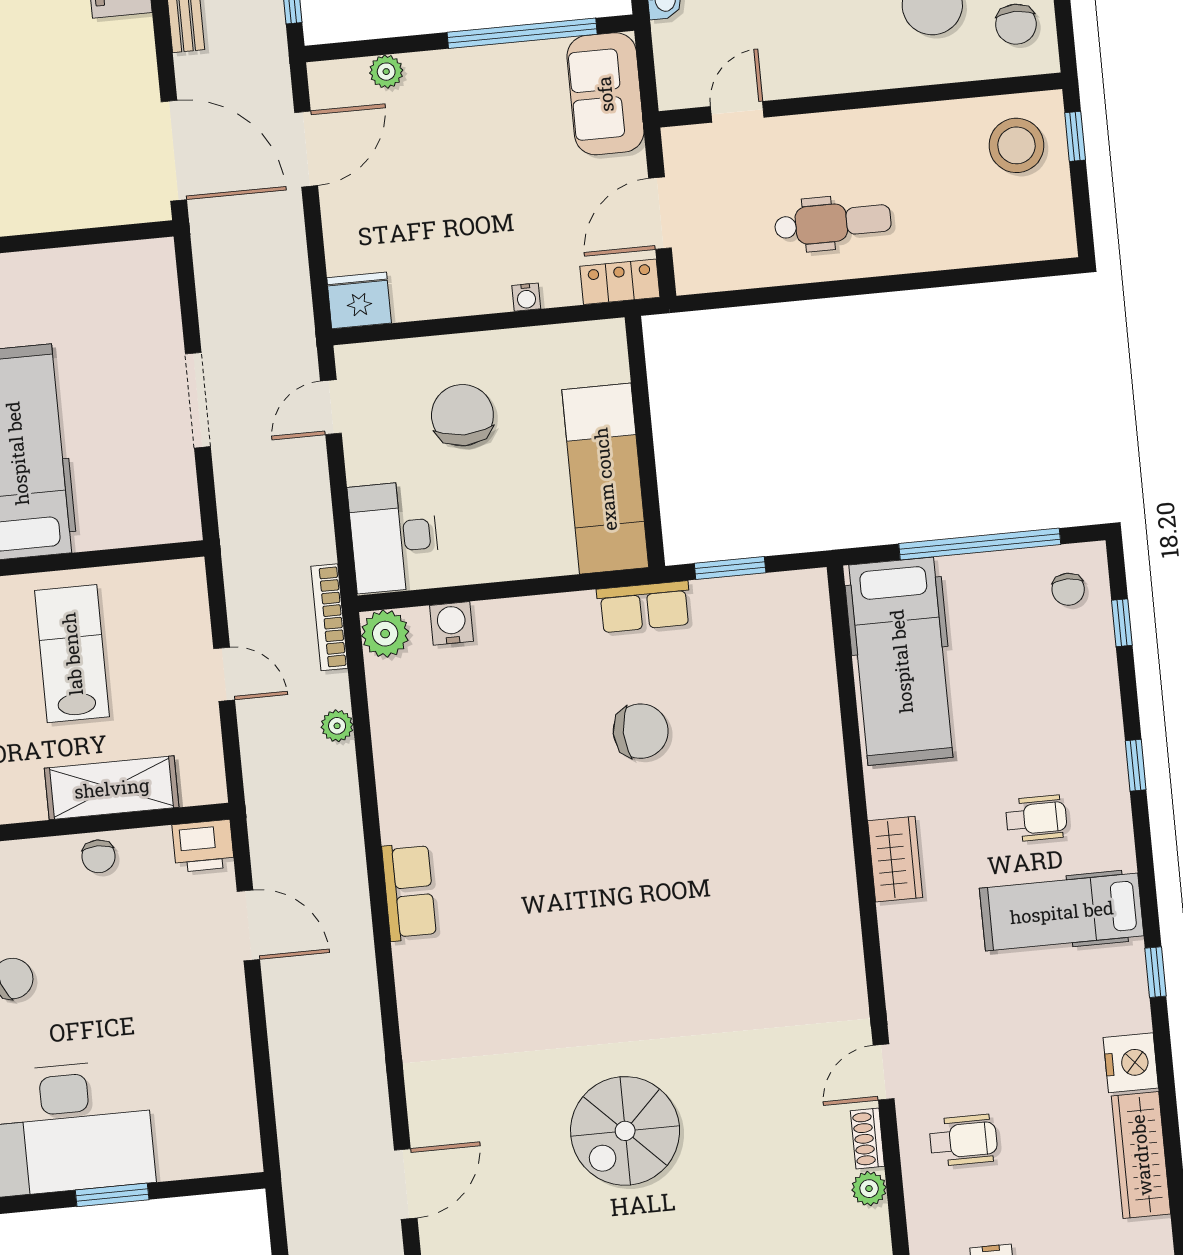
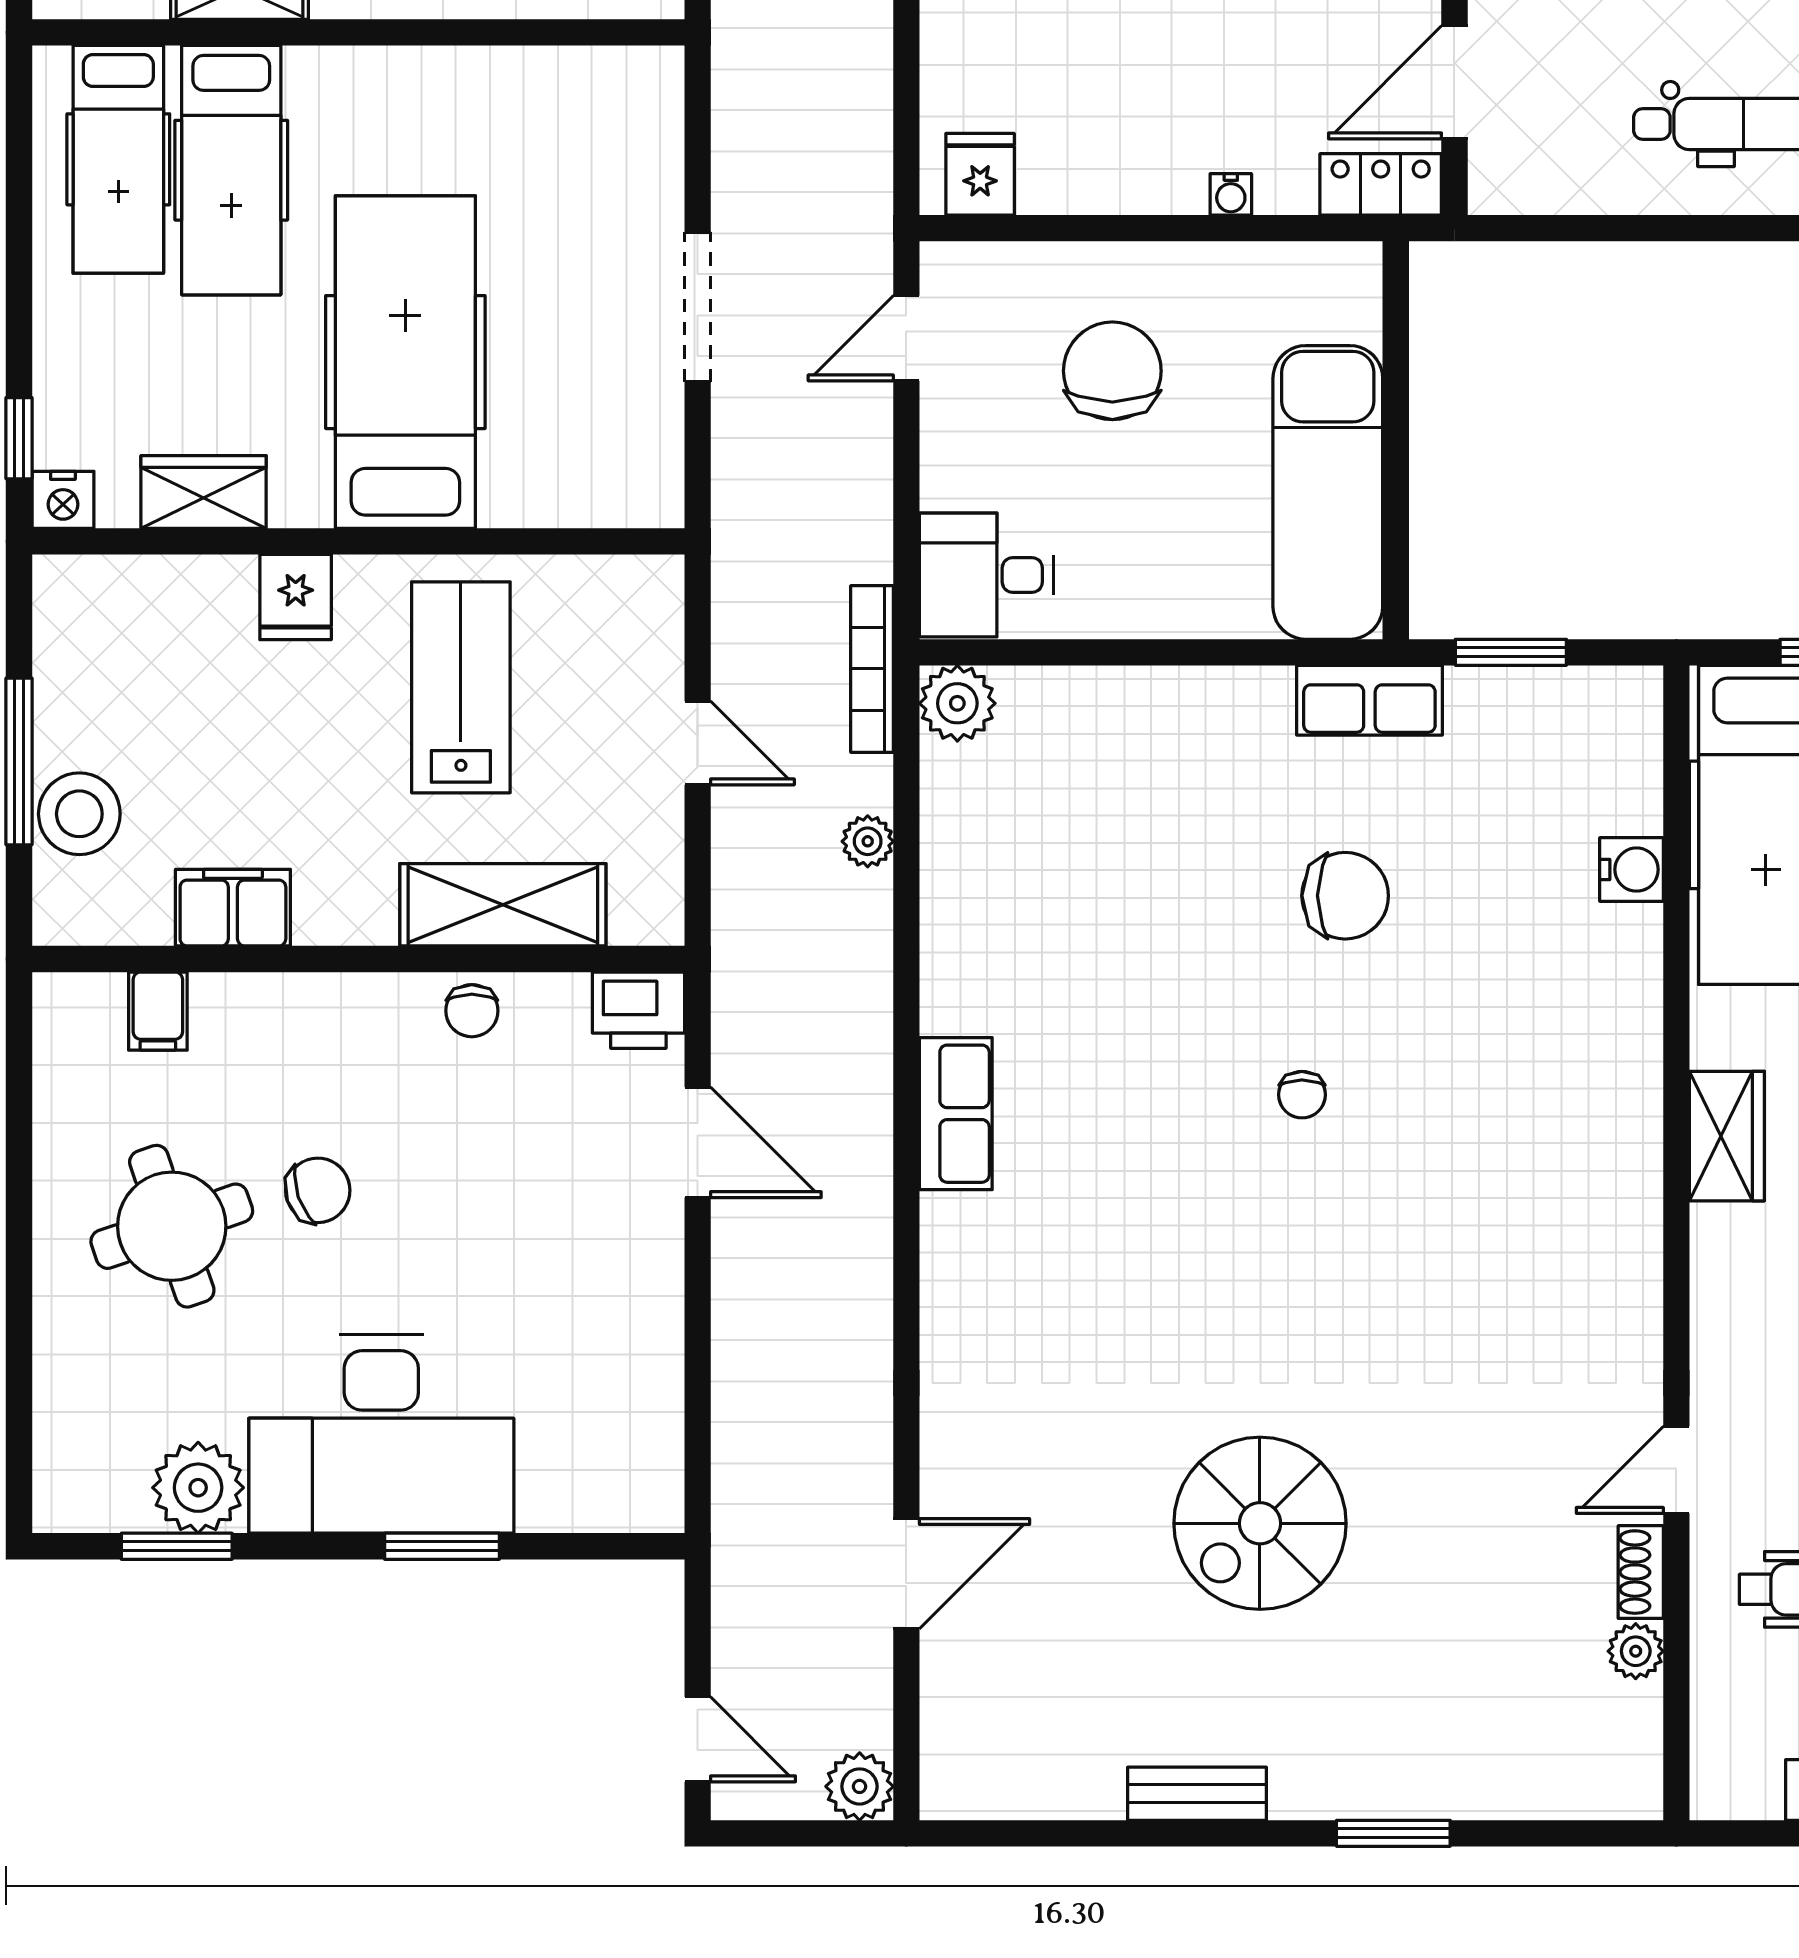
fridge: (359, 300) -> (980, 174), width x0.72
desk: (394, 537) -> (986, 575), width x0.73
water cooler: (451, 623) -> (1631, 870), moved, turned 90
chair: (626, 859) -> (1302, 1095), added

